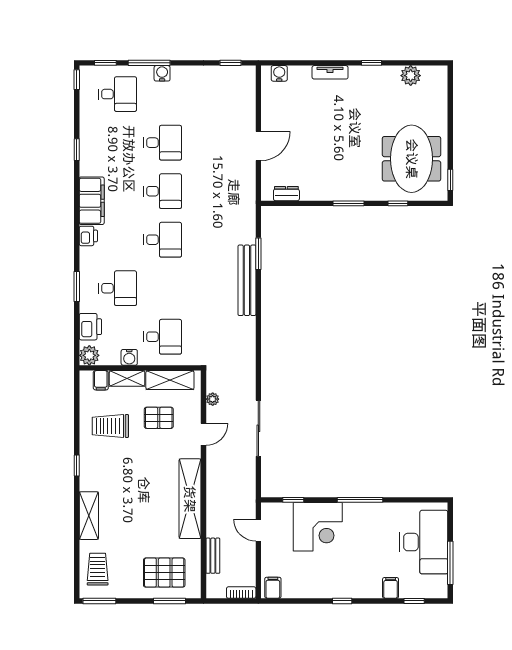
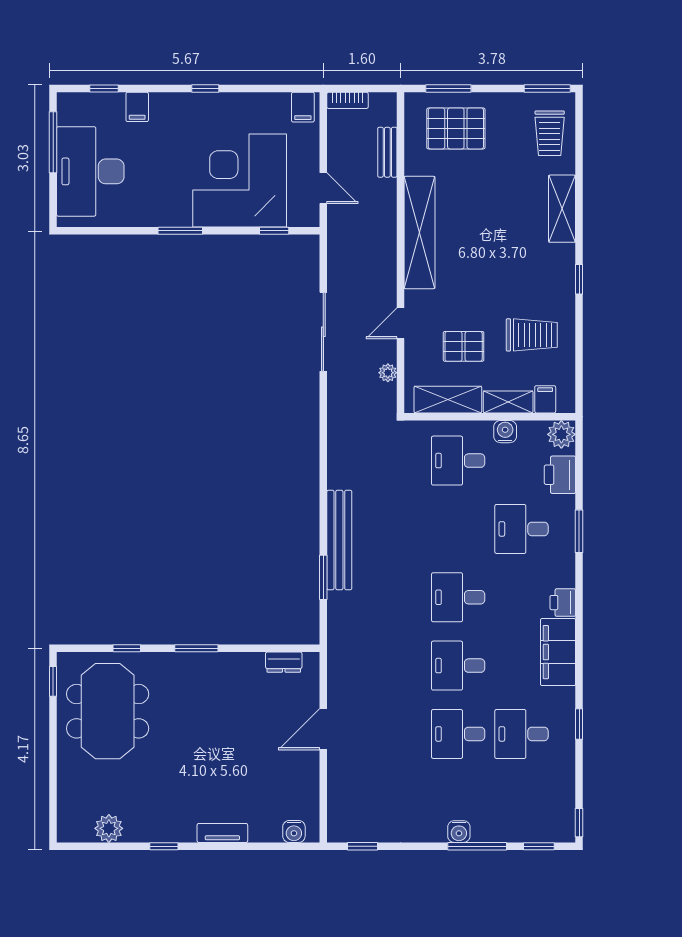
desk: (118, 94) -> (521, 734), moved
window: (360, 500) -> (180, 231), width x0.69
corner desk: (318, 527) -> (240, 181), width x1.36, depth x1.36

